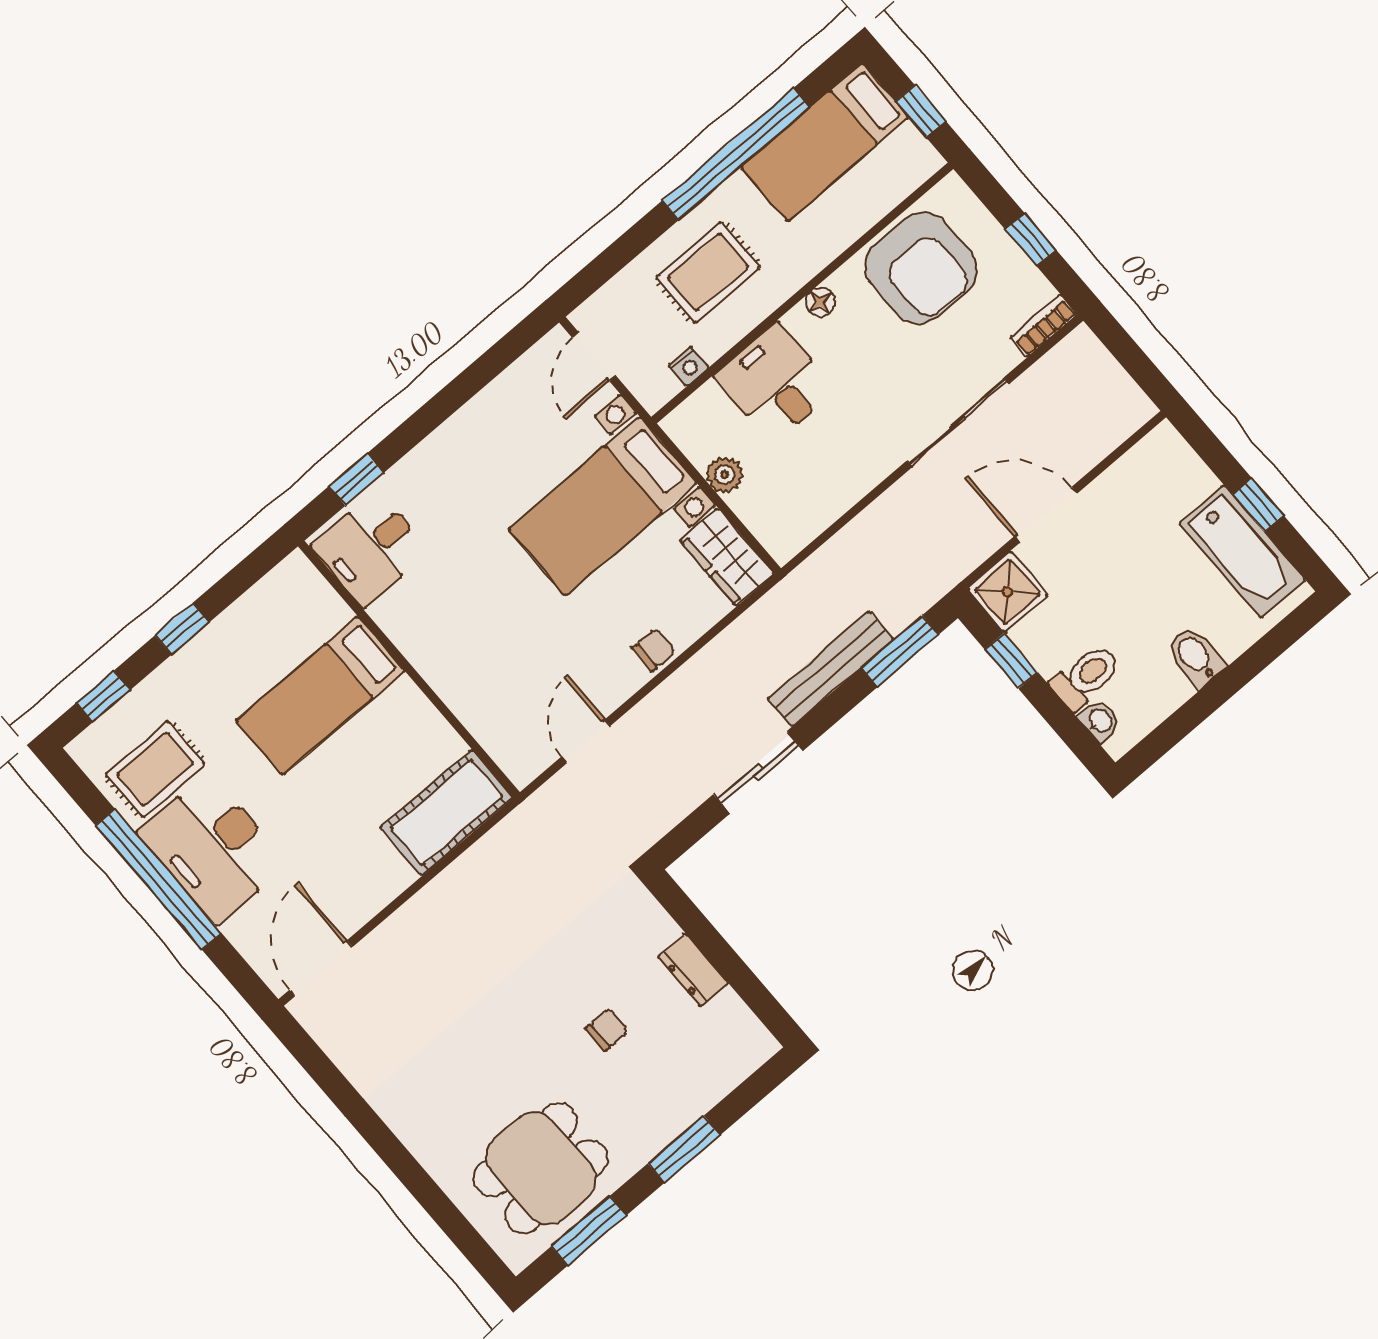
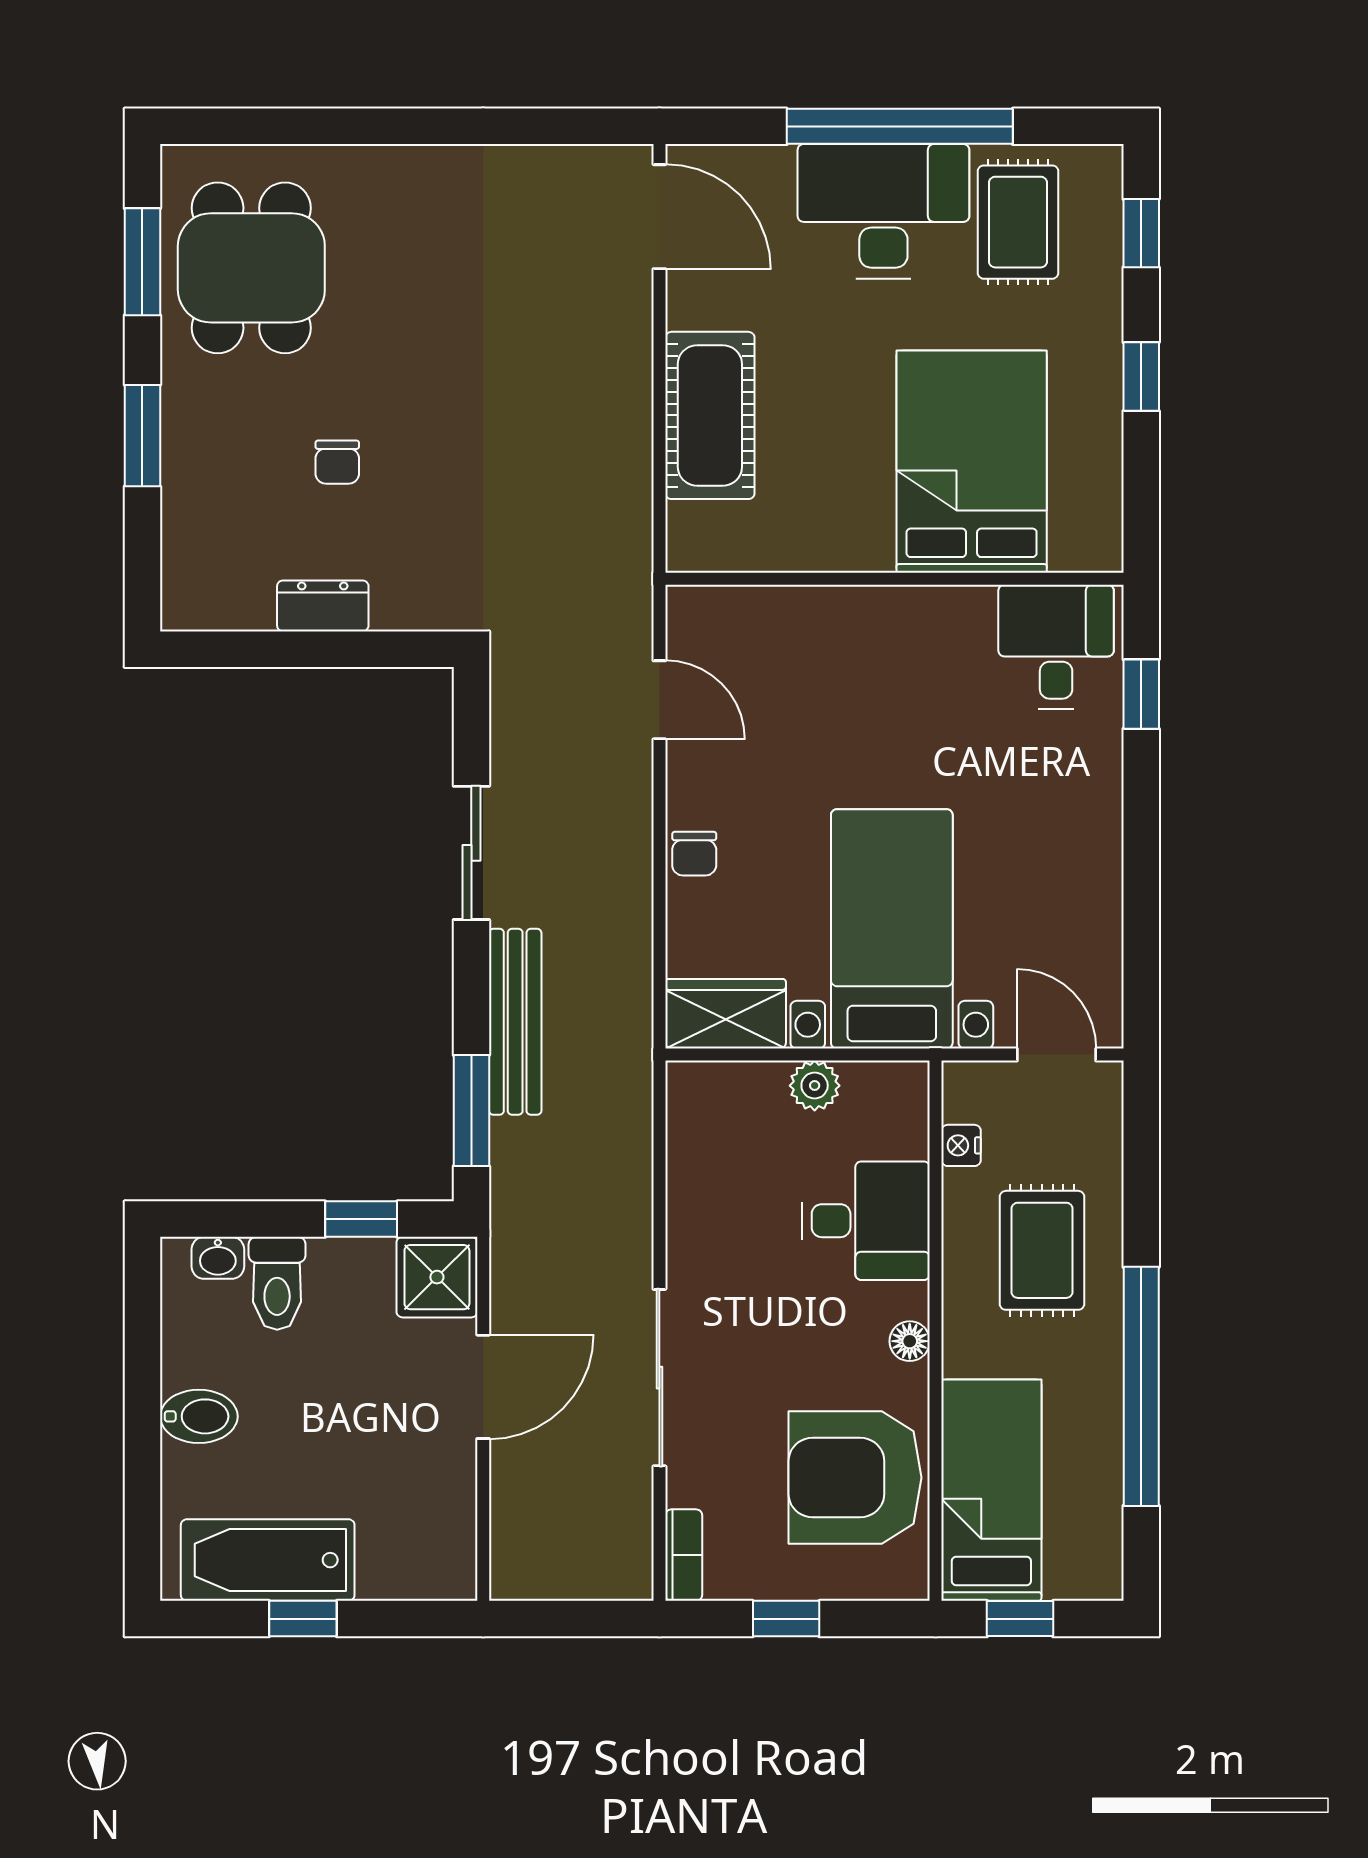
bed: (825, 142) -> (991, 1490), moved
bed: (320, 696) -> (972, 462), width x1.50
cot: (447, 813) -> (710, 415), moved

